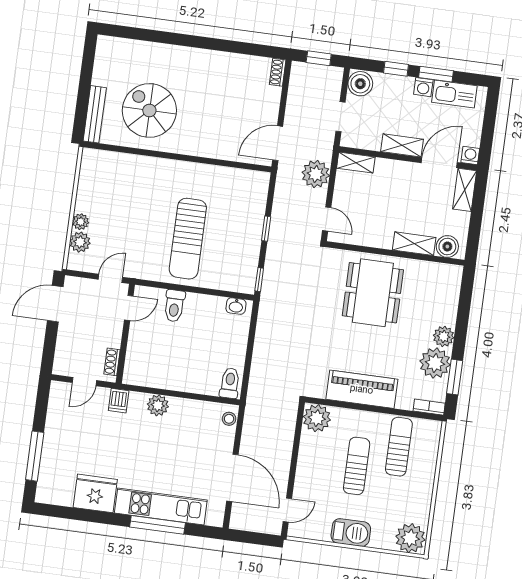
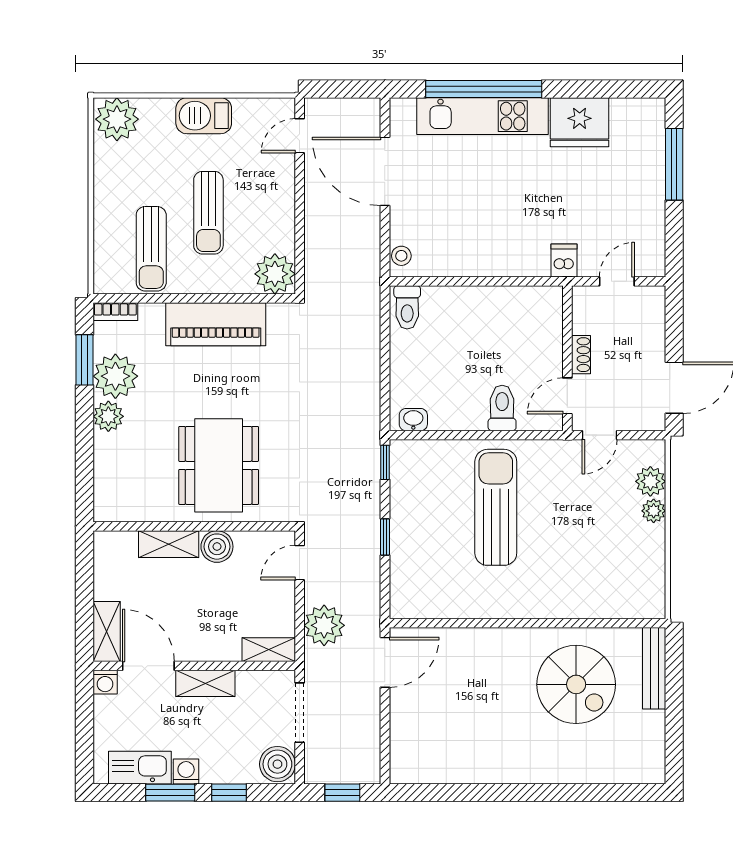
shoe rack: (278, 72) -> (399, 765), removed
doorway: (341, 117) -> (300, 713), width x1.38
door: (439, 163) -> (148, 666), swing flipped
door: (327, 219) -> (300, 563), hinge flipped
boiler: (447, 247) -> (217, 547), moved
shoe rack: (112, 362) -> (581, 355), moved
plant: (158, 405) -> (507, 261), removed
window: (157, 525) -> (484, 89), width x1.46

